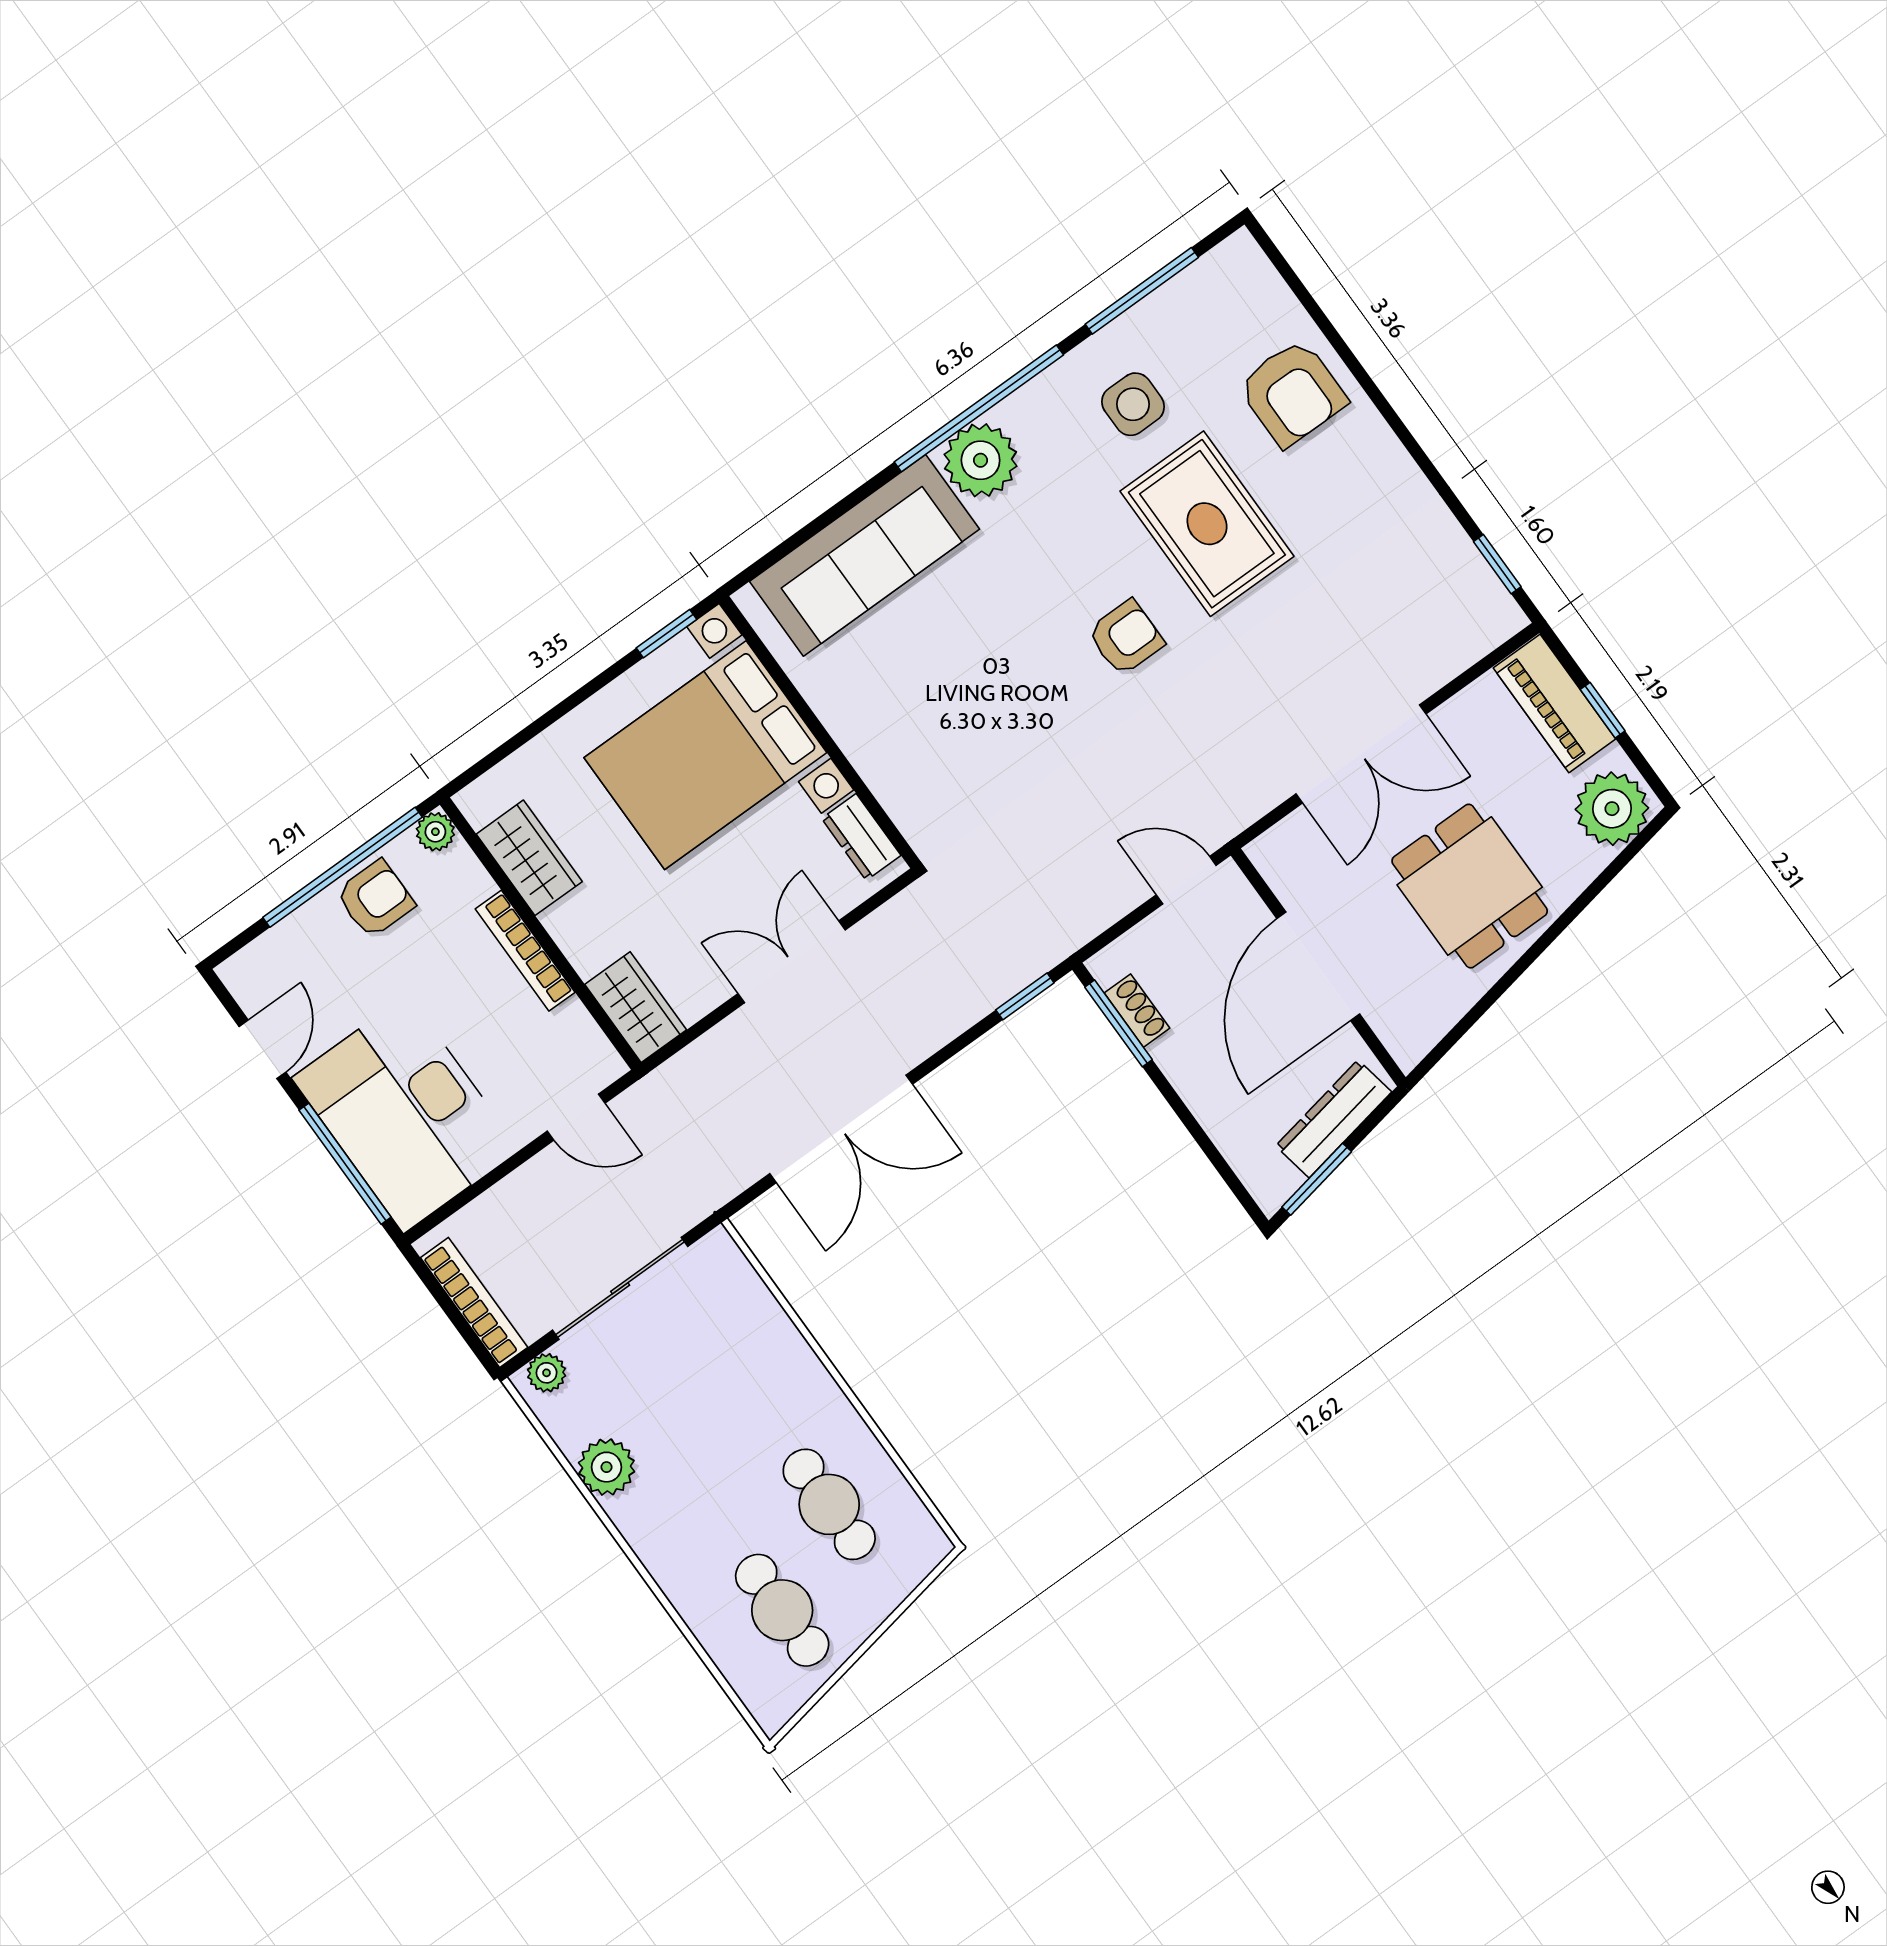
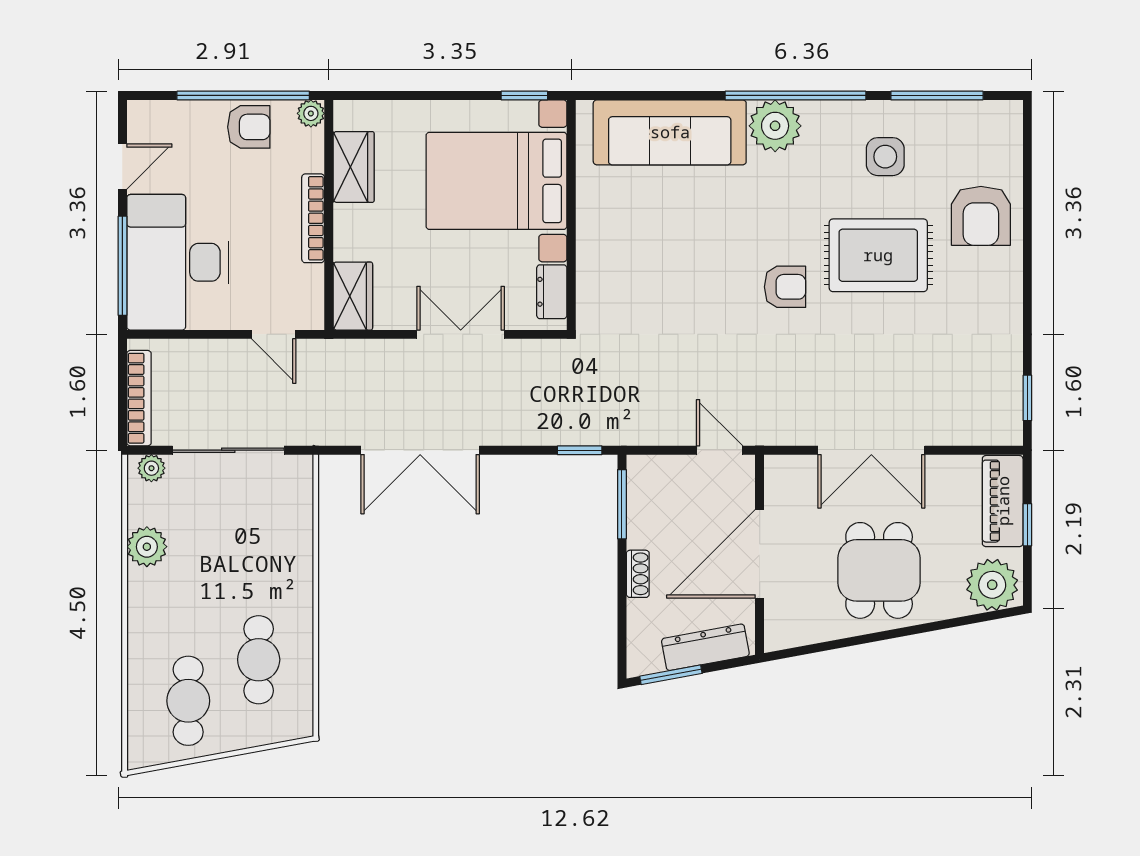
rug: (1207, 524) -> (878, 255), turned 90
shoe rack: (1137, 1011) -> (638, 574), moved

